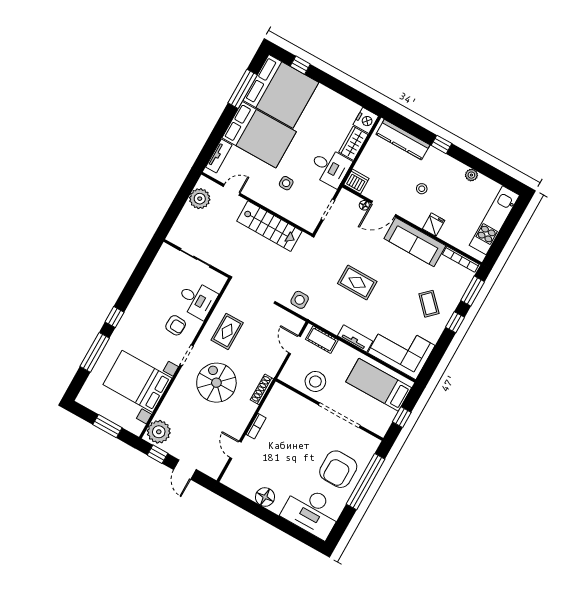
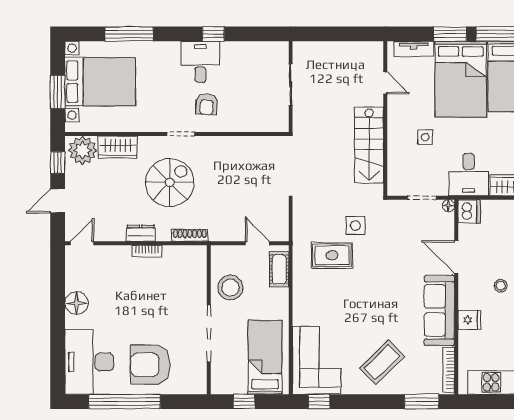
window: (223, 124) -> (450, 34), added
plant: (200, 199) -> (357, 54), removed
floor lamp: (364, 205) -> (448, 206), moved
rug: (357, 282) -> (332, 255), moved, turned 90
desk: (197, 300) -> (200, 62), moved, turned 180
side table: (300, 300) -> (355, 226), moved
coffee table: (429, 304) -> (382, 362), width x1.36, depth x1.30
window: (114, 317) -> (213, 34), moved
window: (455, 322) -> (319, 402), moved
rug: (227, 331) -> (231, 163), removed
tv unit: (355, 338) -> (300, 304), removed
door: (295, 345) -> (257, 243), hinge flipped
bed with nightstands: (137, 381) -> (100, 82), moved, turned 90
wardrobe: (171, 406) -> (118, 147), added
dresser: (241, 424) -> (141, 233), added
door: (236, 450) -> (82, 243), moved
window: (366, 482) -> (125, 402), moved

